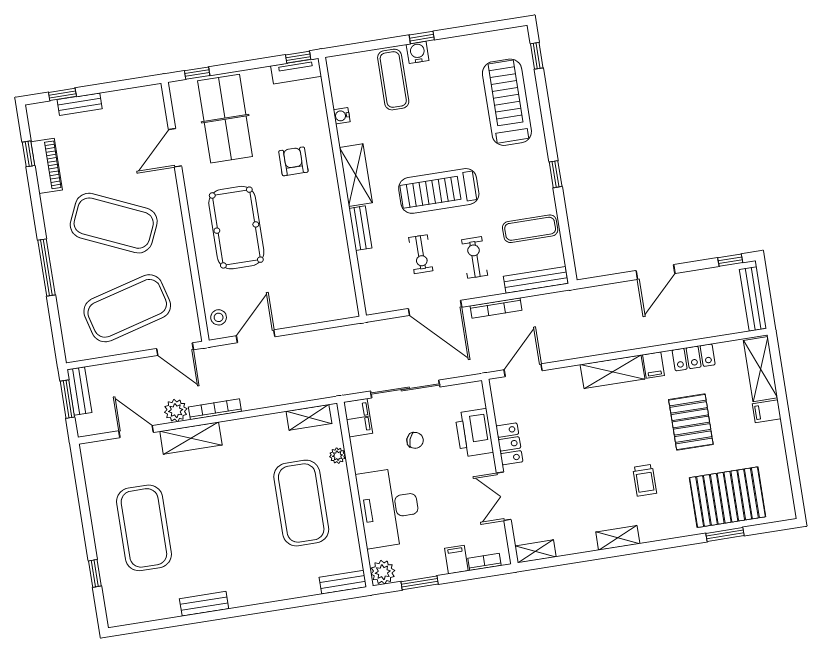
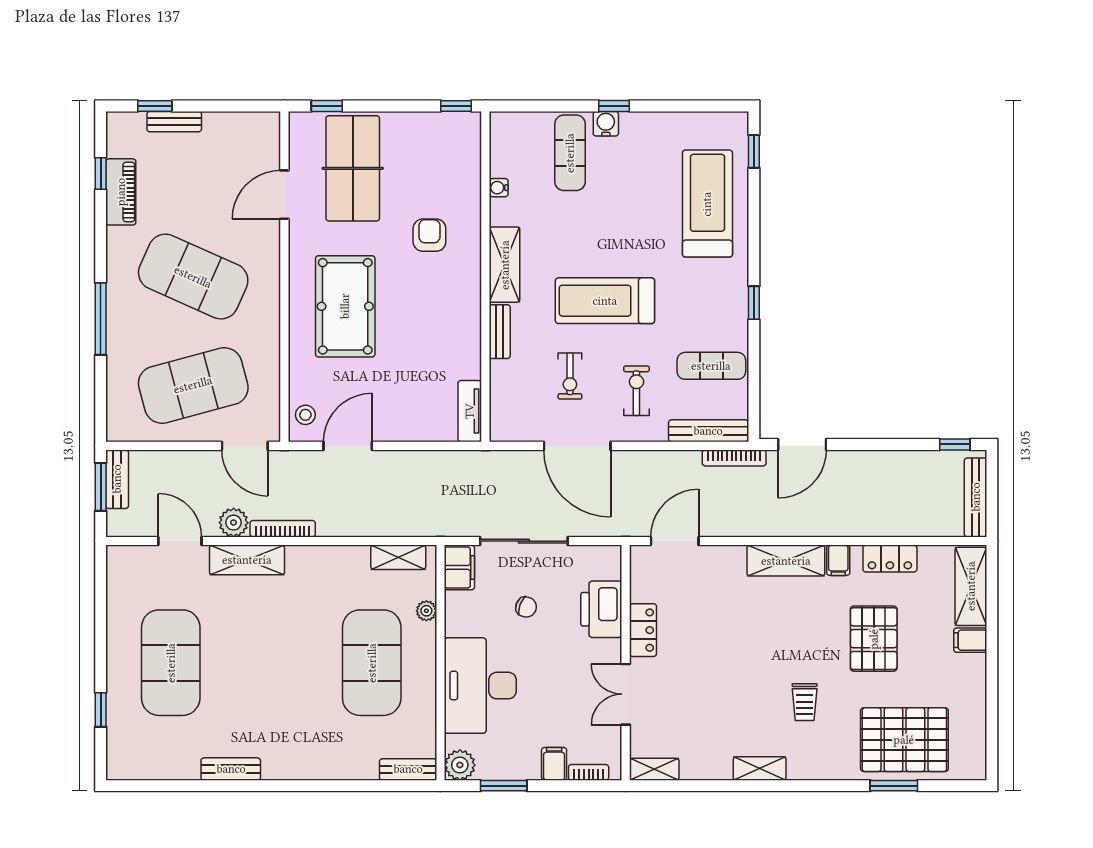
tv unit: (296, 71) -> (470, 411), moved, turned 90
door: (656, 272) -> (802, 444), moved
bookcase: (496, 308) -> (734, 458), moved

